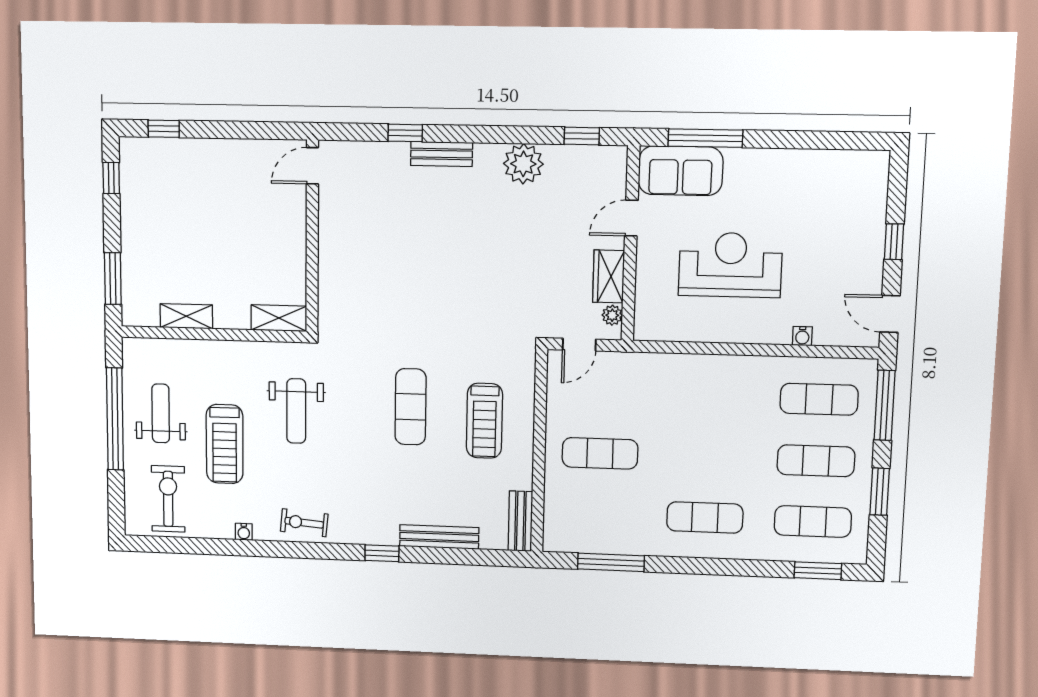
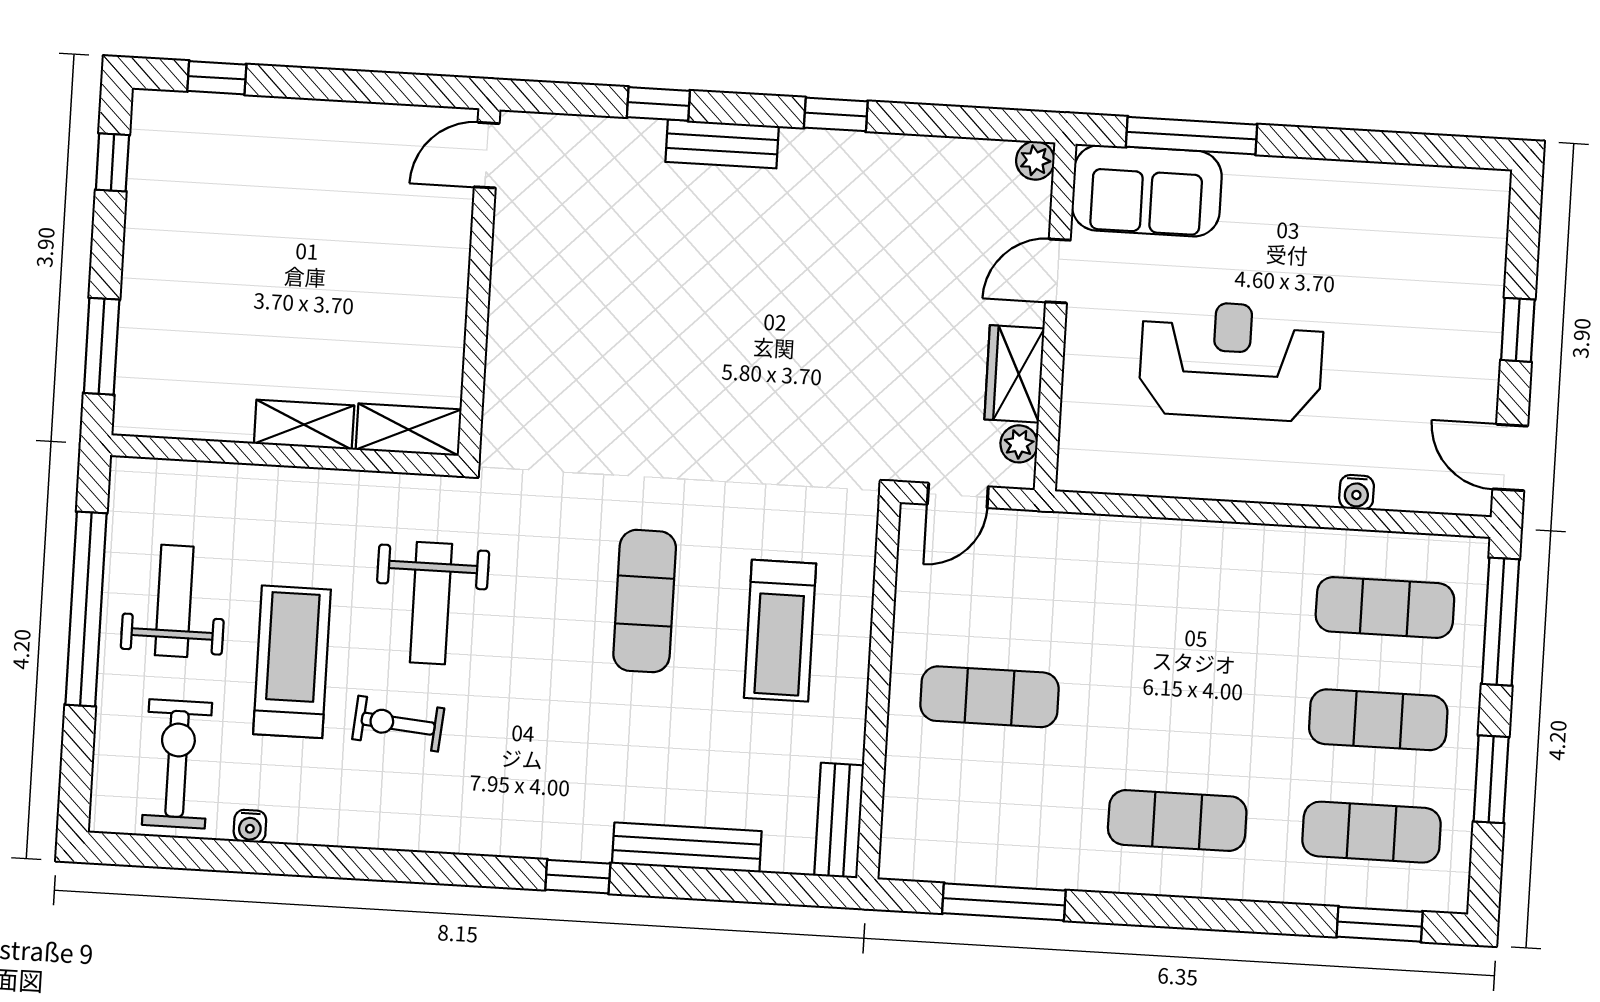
window: (582, 136) -> (836, 114), moved
plant: (523, 164) -> (1035, 160), moved, width x0.53, depth x0.53
shelving: (186, 316) -> (304, 425), moved
treadmill: (225, 444) -> (292, 662), turned 180
exercise bike: (304, 523) -> (398, 724), moved
water cooler: (244, 532) -> (250, 826), moved

